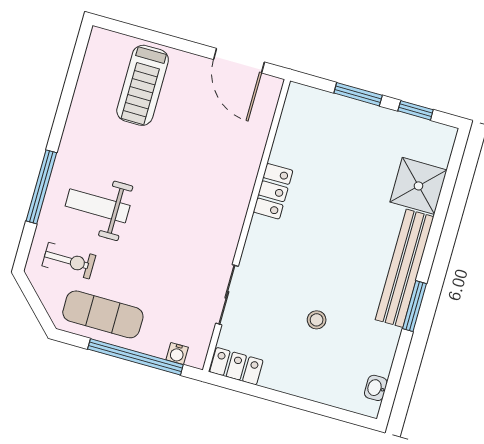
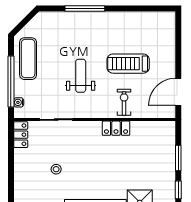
treadmill: (143, 85) -> (128, 64), moved
weight bench: (98, 206) -> (81, 76), moved
exercise bike: (69, 261) -> (124, 102), moved, turned 180

